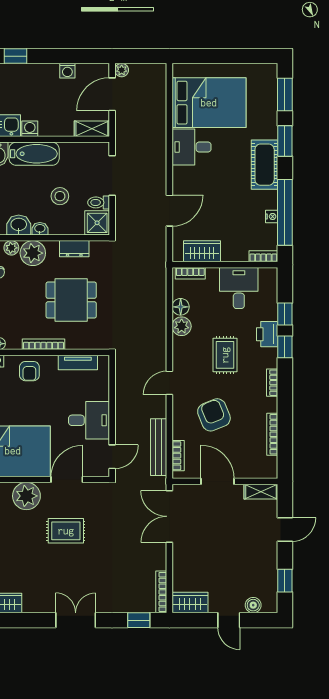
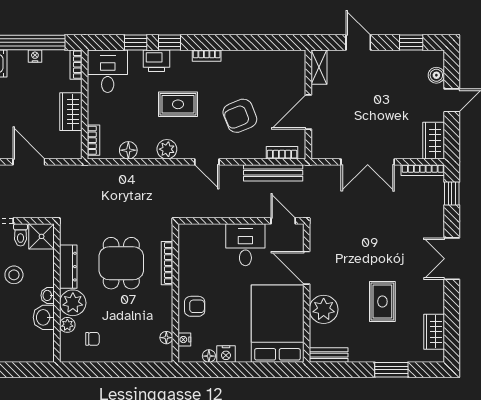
dresser: (74, 249) -> (68, 267), width x1.44
wardrobe: (202, 251) -> (71, 112), moved
desk: (239, 288) -> (108, 71), moved, turned 90
plant: (182, 326) -> (167, 149), moved
bookcase: (43, 344) -> (167, 263), moved
tv unit: (78, 363) -> (186, 256), removed
bookcase: (272, 434) -> (260, 55), removed
double door: (169, 516) -> (368, 162), moved
rug: (66, 531) -> (382, 302), moved

